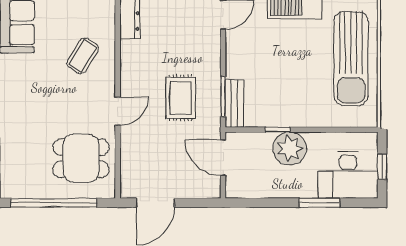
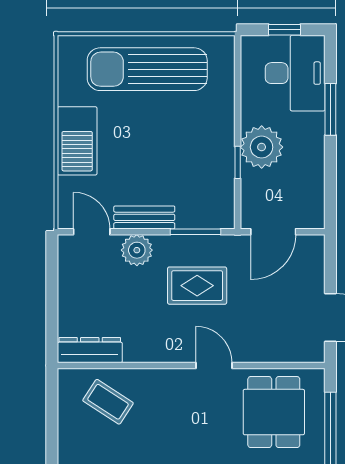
plant: (208, 50) -> (137, 250), added
coffee table: (83, 56) -> (108, 402), moved
sun lounger: (351, 58) -> (147, 69), turned 180
bench: (234, 103) -> (144, 217), moved

